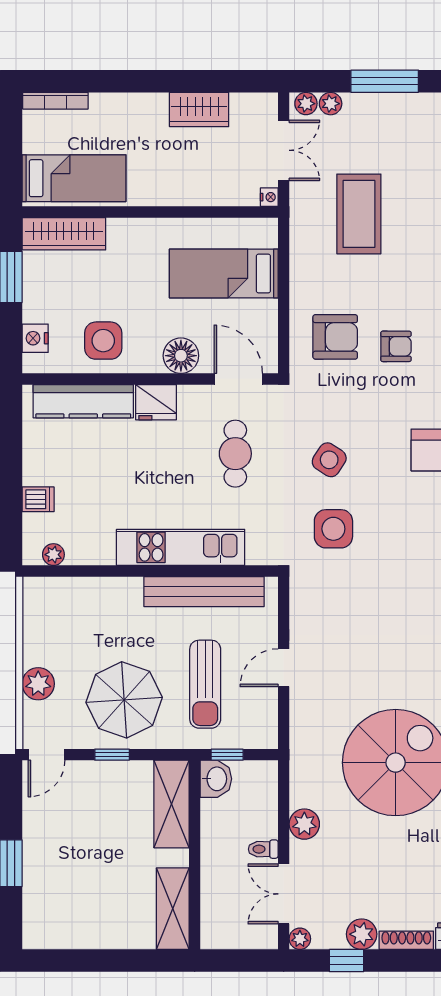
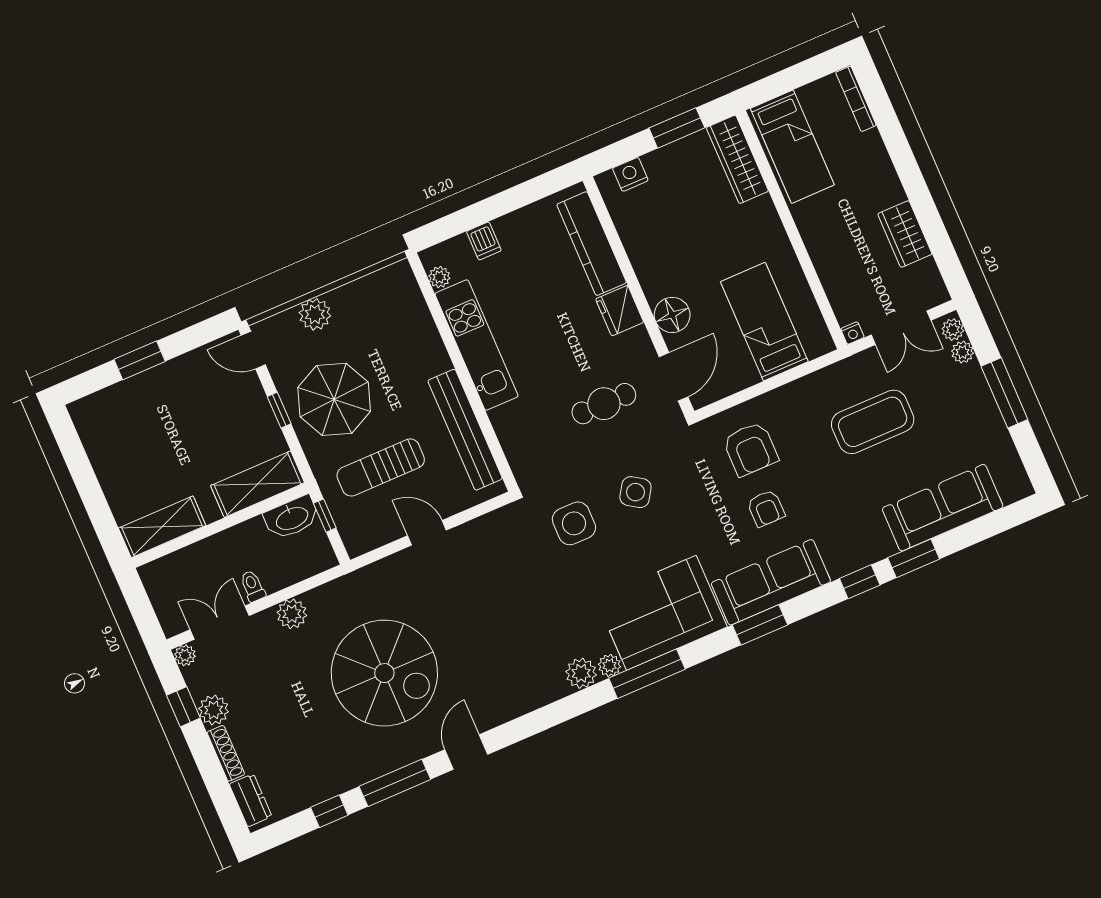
side table: (103, 341) -> (655, 238), removed
kitchen unit: (181, 547) -> (477, 345), moved
washbasin: (216, 779) -> (292, 518), width x1.38

